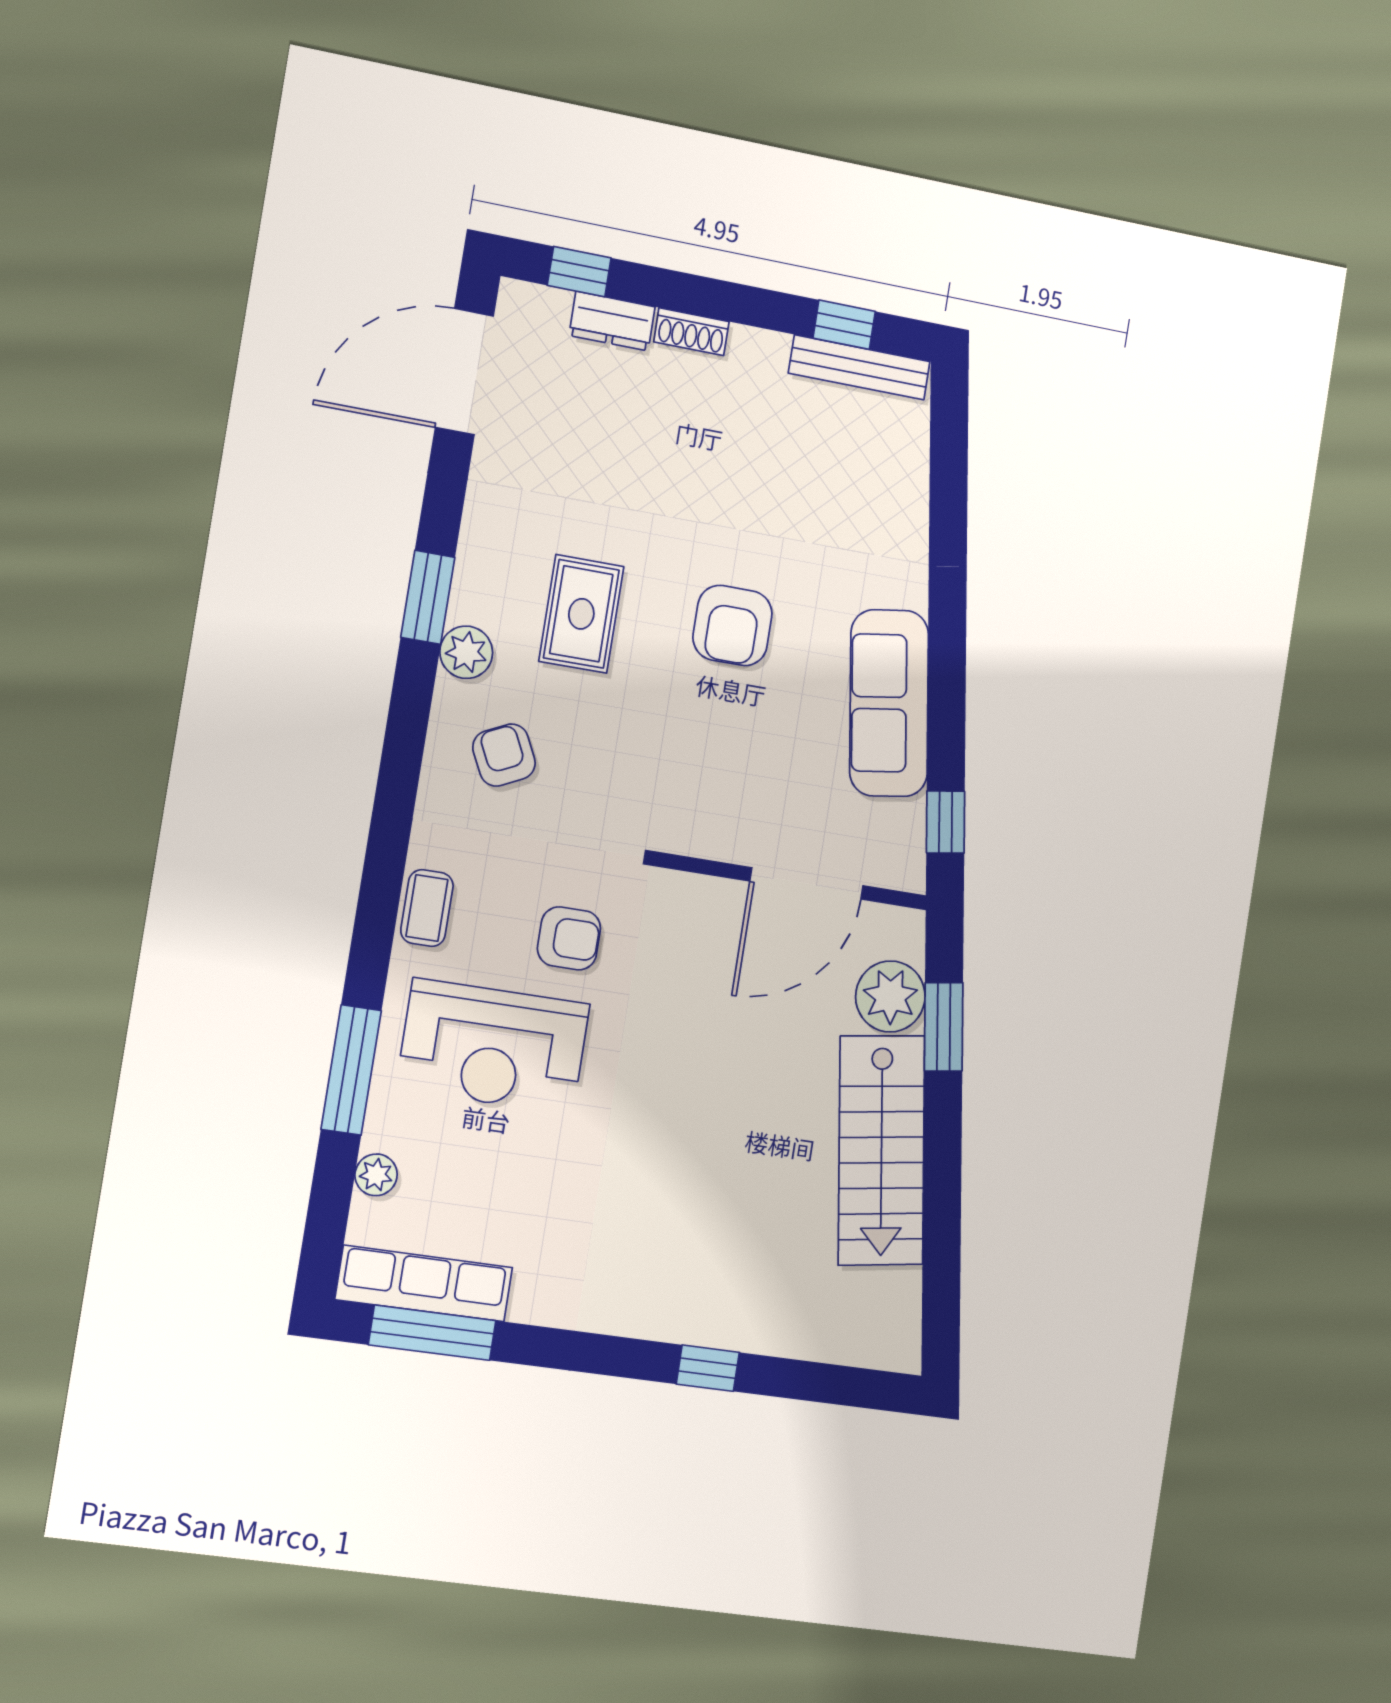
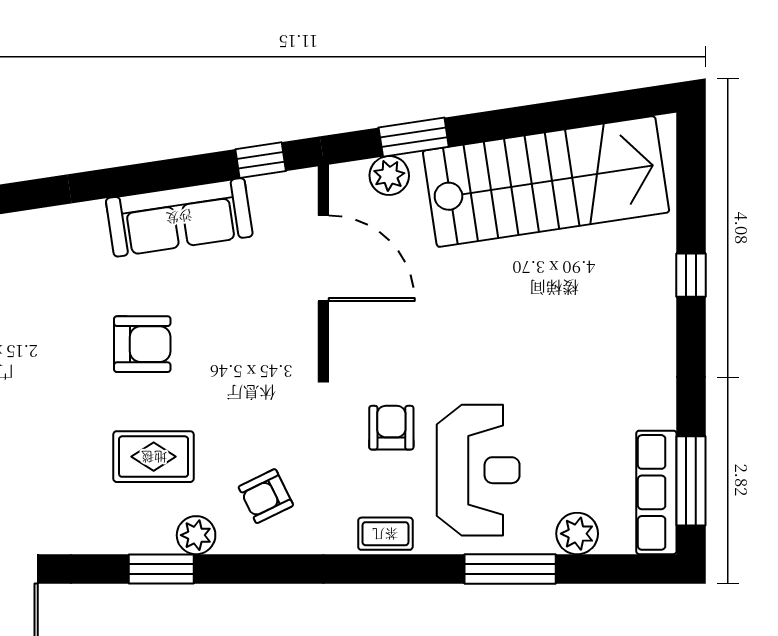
plant: (890, 997) -> (389, 175), width x0.73, depth x0.73
stairs: (882, 1150) -> (546, 182), width x1.36, depth x1.51
plant: (376, 1175) -> (577, 534), width x1.38, depth x1.38

